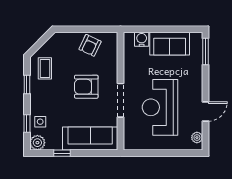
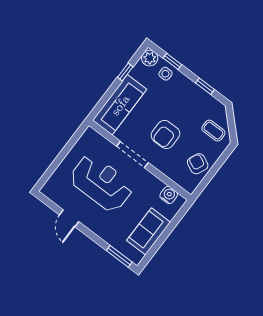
water cooler: (142, 39) -> (169, 195), moved, turned -90
coffee table: (45, 68) -> (213, 131), moved
armchair: (86, 87) -> (165, 134), turned 180
plant: (197, 138) -> (53, 195), removed

